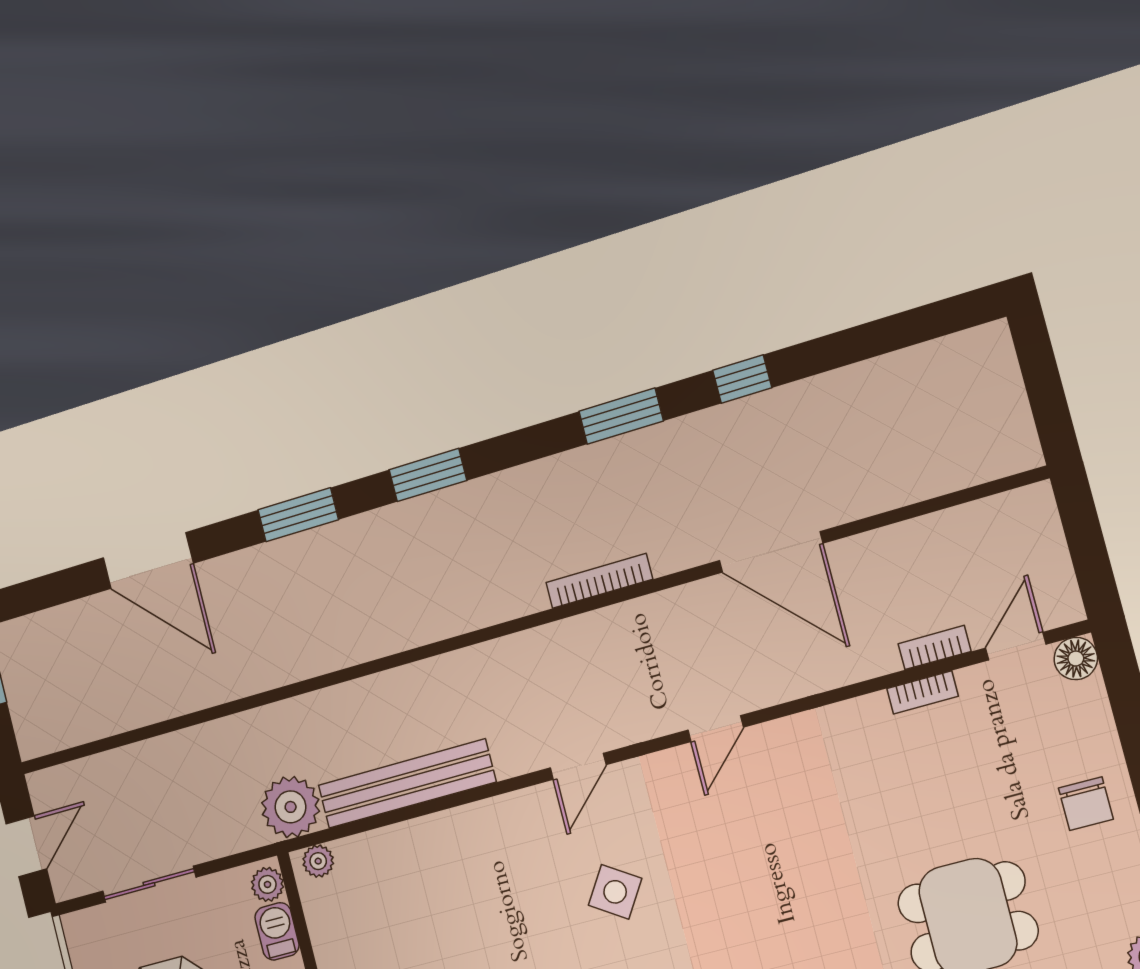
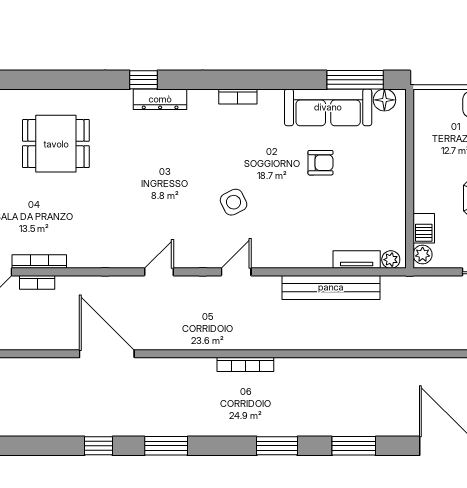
bookcase: (599, 581) -> (245, 364), moved
bookcase: (922, 692) -> (39, 262), width x1.56
plant: (291, 807) -> (399, 292), removed
tv unit: (376, 845) -> (357, 260), added
side table: (615, 892) -> (234, 202), turned 31

